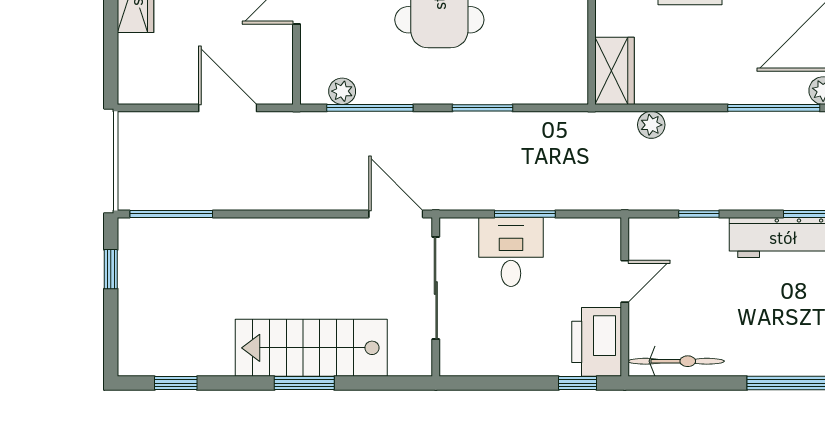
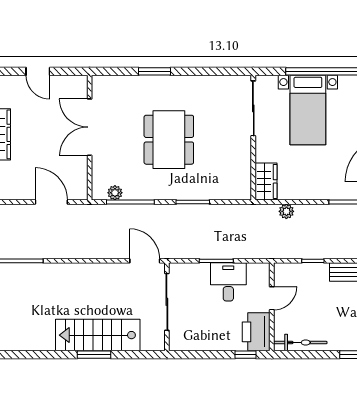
desk: (511, 252) -> (228, 282), moved
window: (176, 383) -> (23, 355), removed

